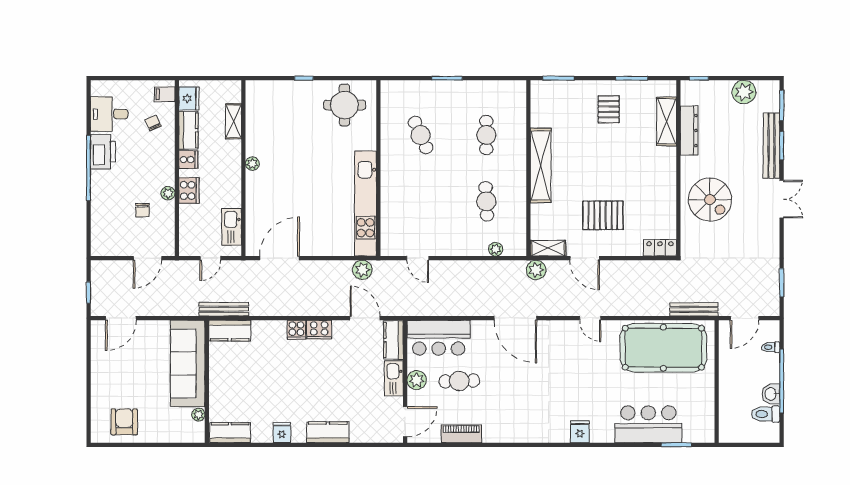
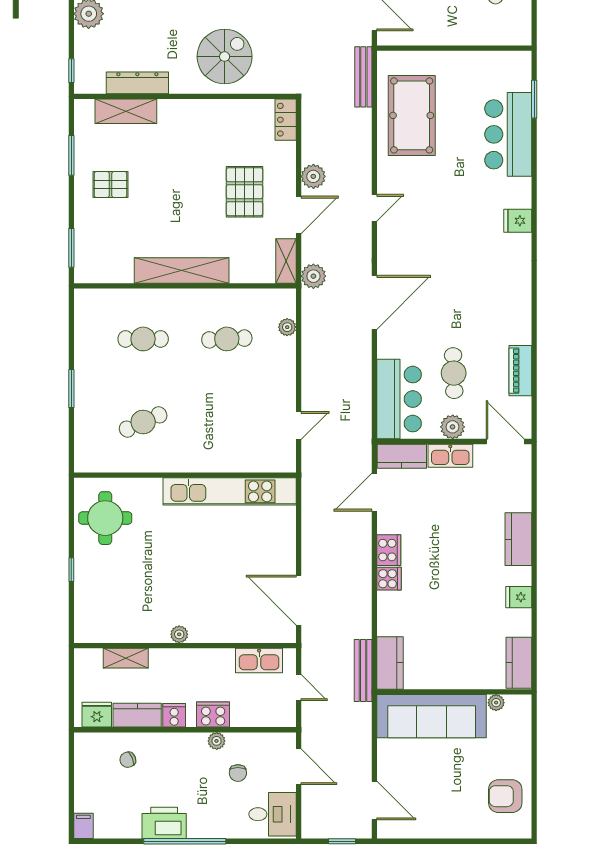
filing cabinet: (165, 94) -> (83, 826), moved, turned 180
desk: (109, 114) -> (272, 814), moved, turned -90
chair: (143, 210) -> (238, 773), turned 90
plant: (362, 270) -> (313, 176), moved
pool table: (663, 348) -> (412, 115), width x0.73, depth x0.76

